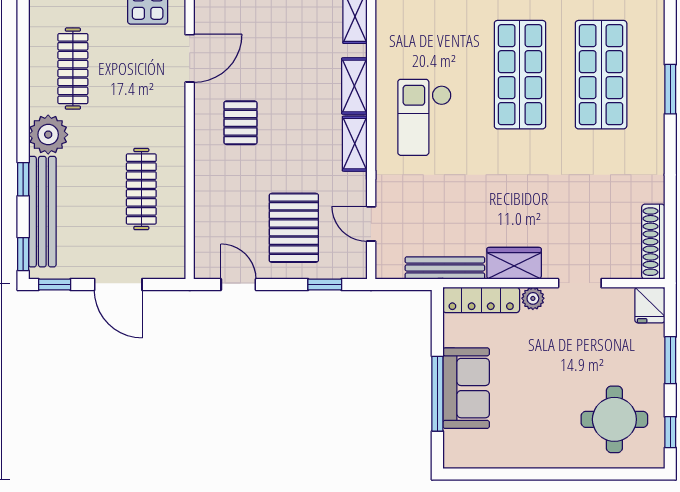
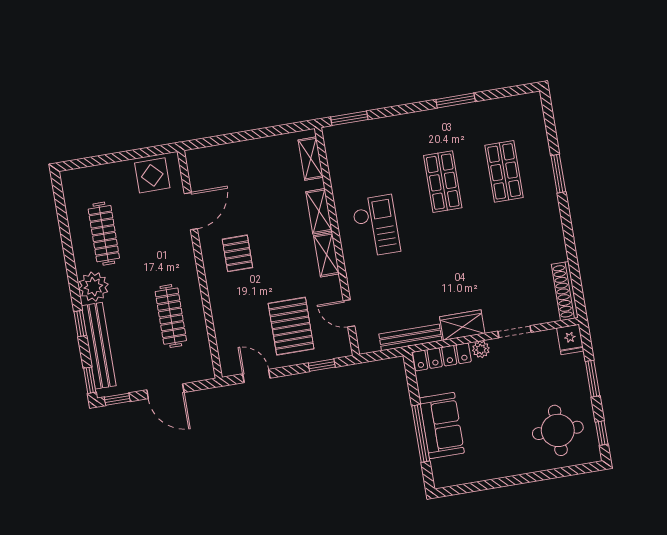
shop shelf: (520, 75) -> (443, 182), width x0.70, depth x0.74
shop shelf: (601, 75) -> (504, 171), width x0.70, depth x0.74
checkout: (425, 117) -> (376, 226), turned 180

